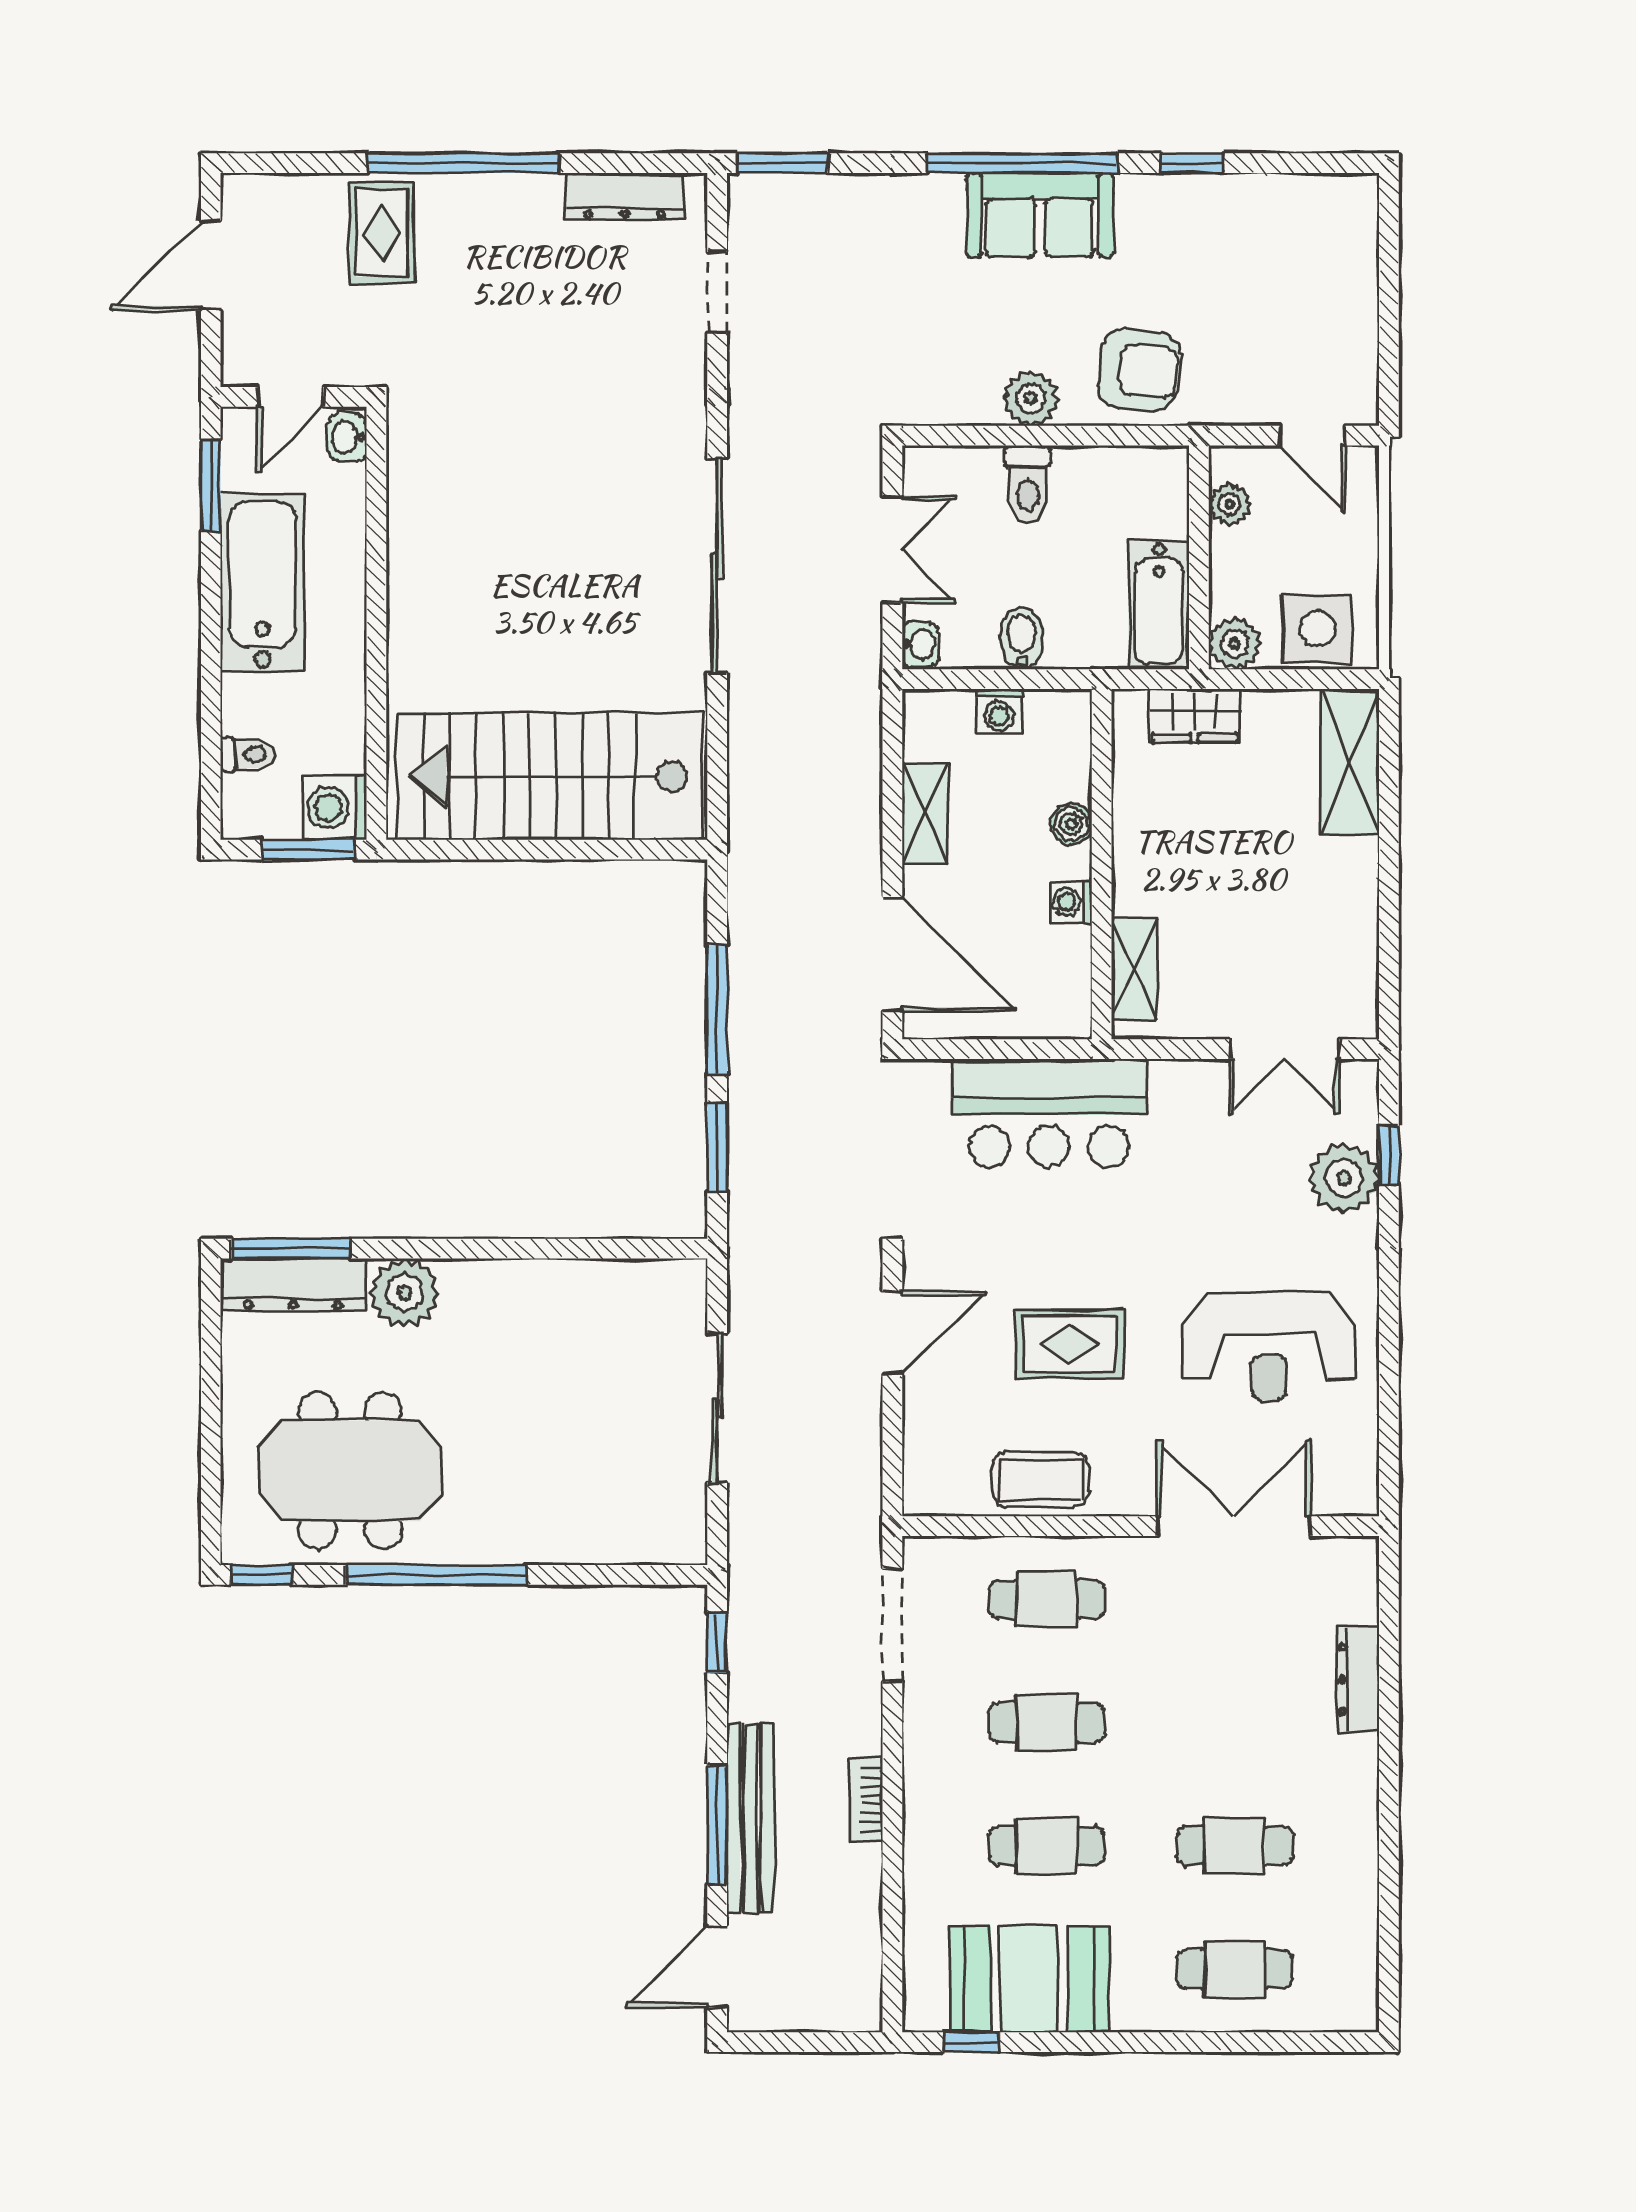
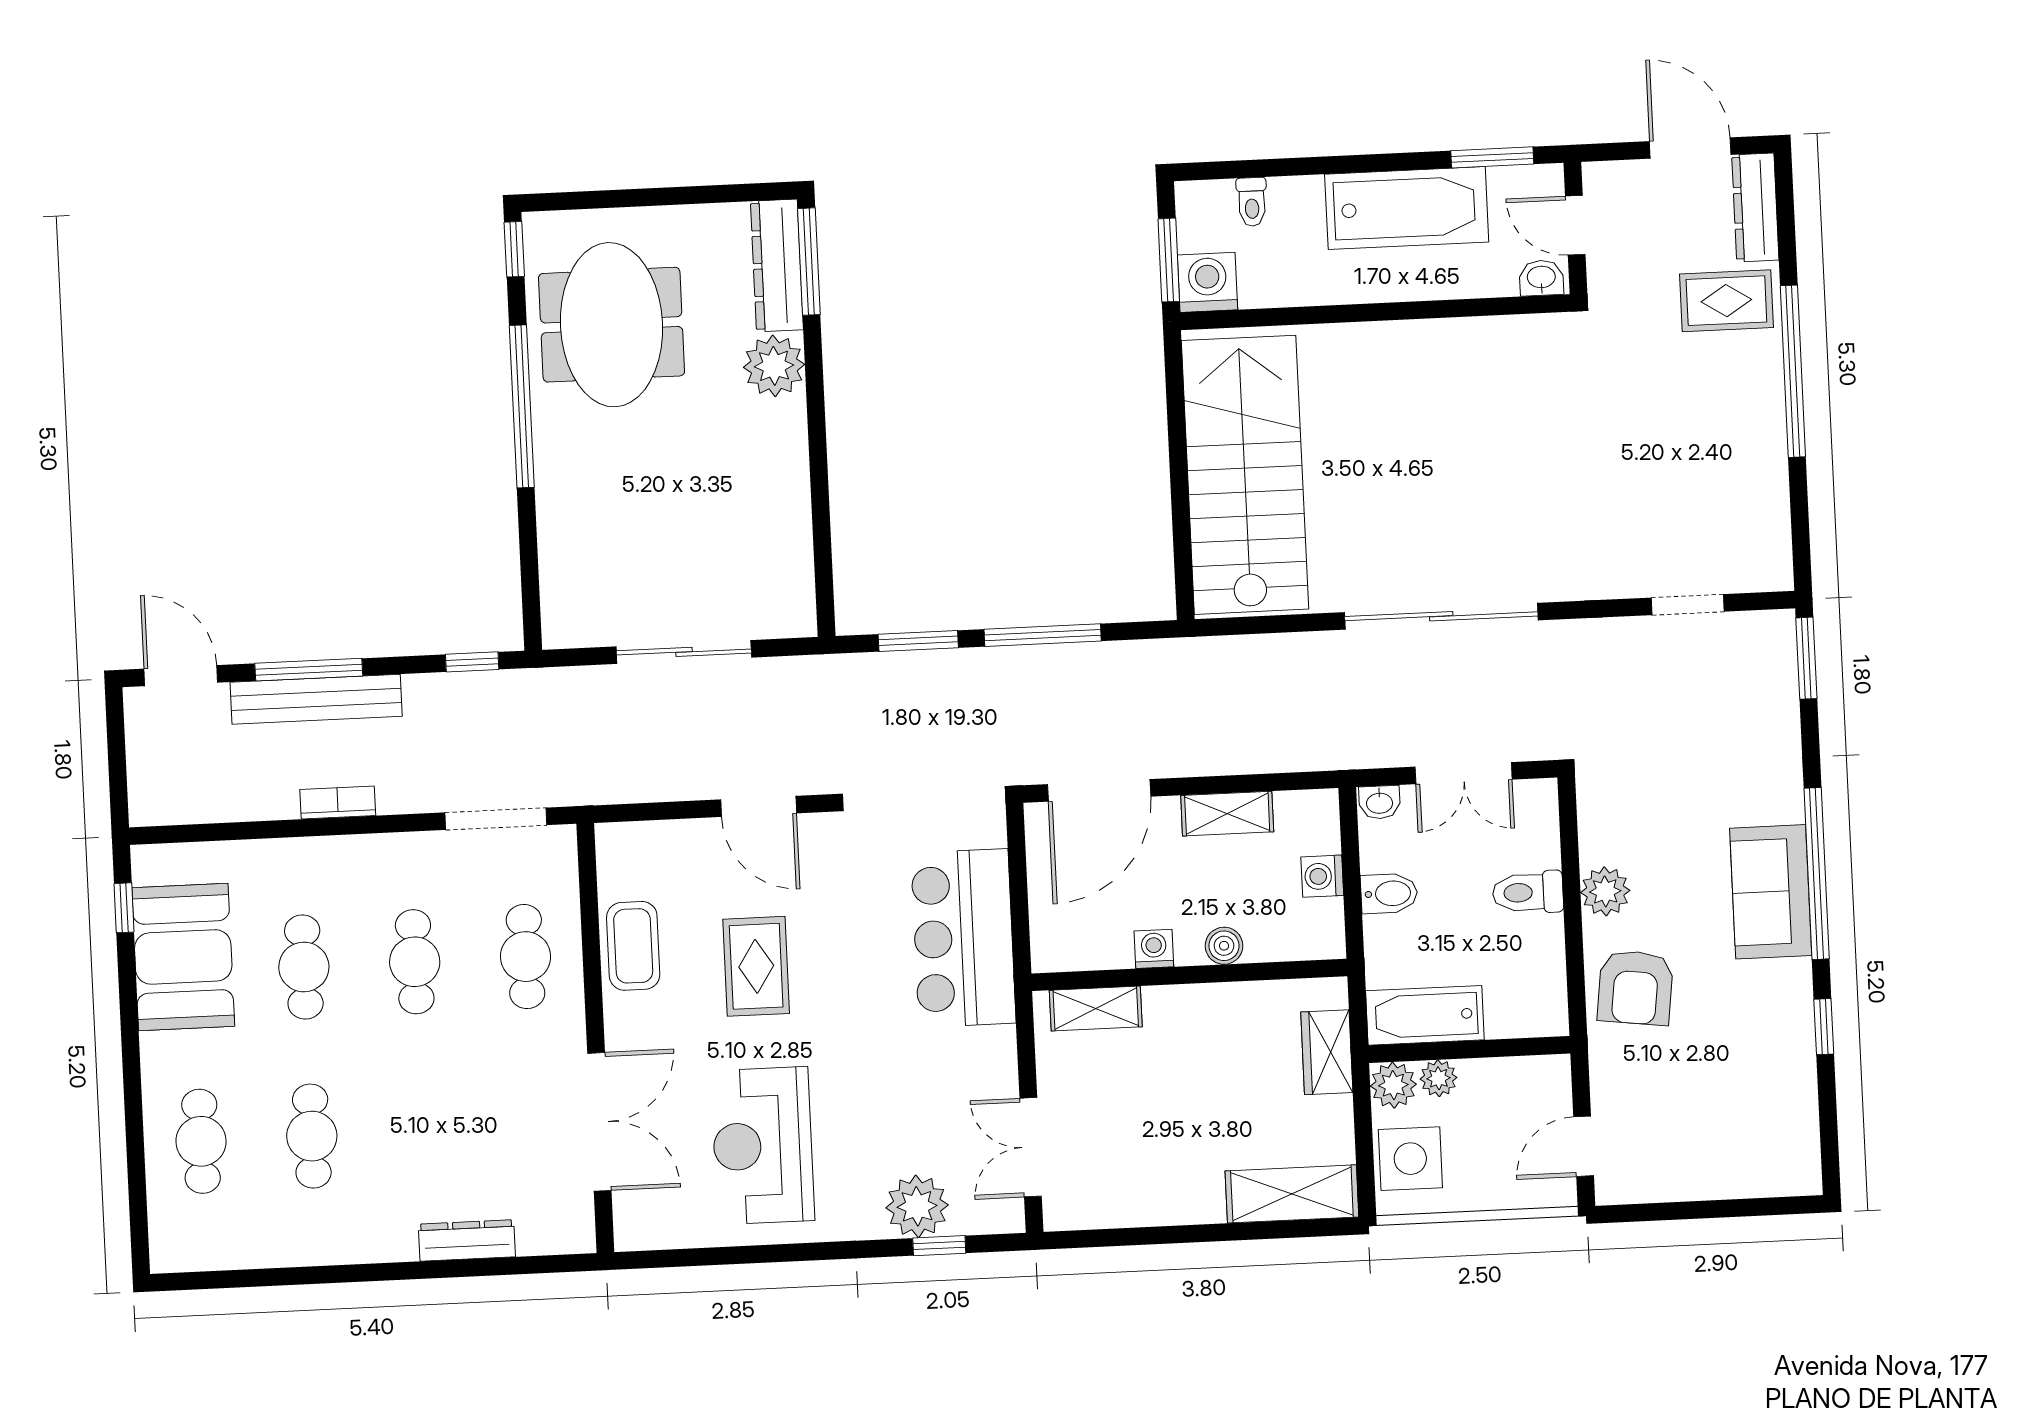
dresser: (625, 196) -> (1755, 207), moved
plant: (1229, 504) -> (1439, 1078), moved

